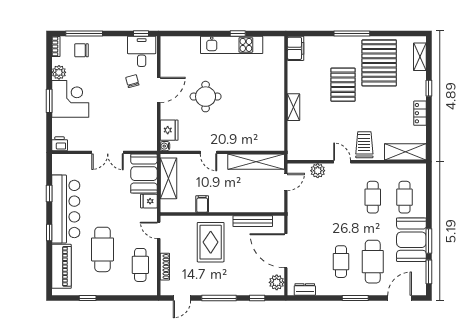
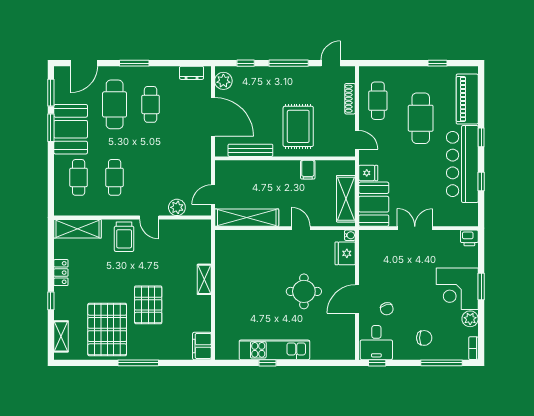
chair: (82, 50) -> (424, 338), moved

